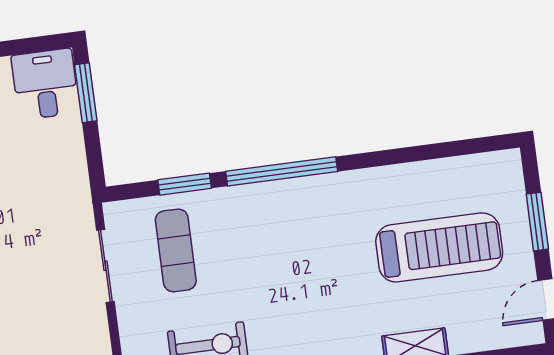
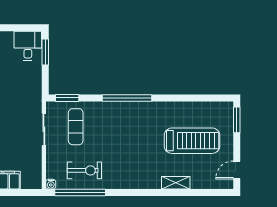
window: (185, 184) -> (67, 98), moved
window: (537, 222) -> (237, 120), moved

